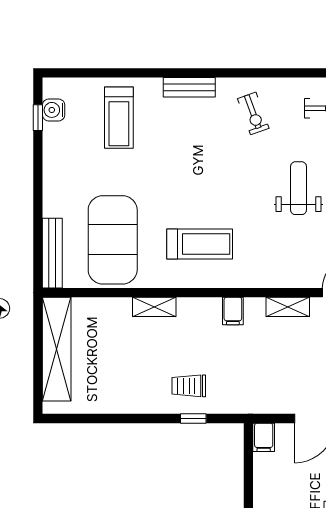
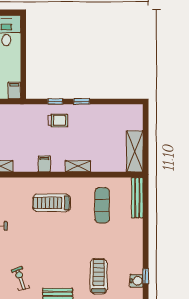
exercise mat: (113, 240) -> (102, 205), width x0.50, depth x0.69
filing cabinet: (233, 311) -> (44, 164), moved
shelving: (57, 349) -> (135, 151), width x0.68
window: (148, 418) -> (82, 101), added

